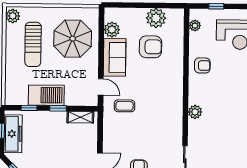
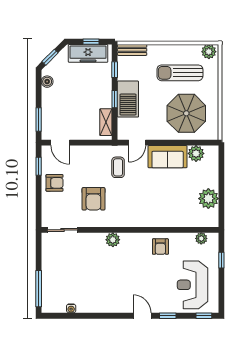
armchair: (150, 47) -> (93, 199), moved
bench: (10, 91) -> (132, 50), added
barbecue: (46, 95) -> (128, 99), moved

